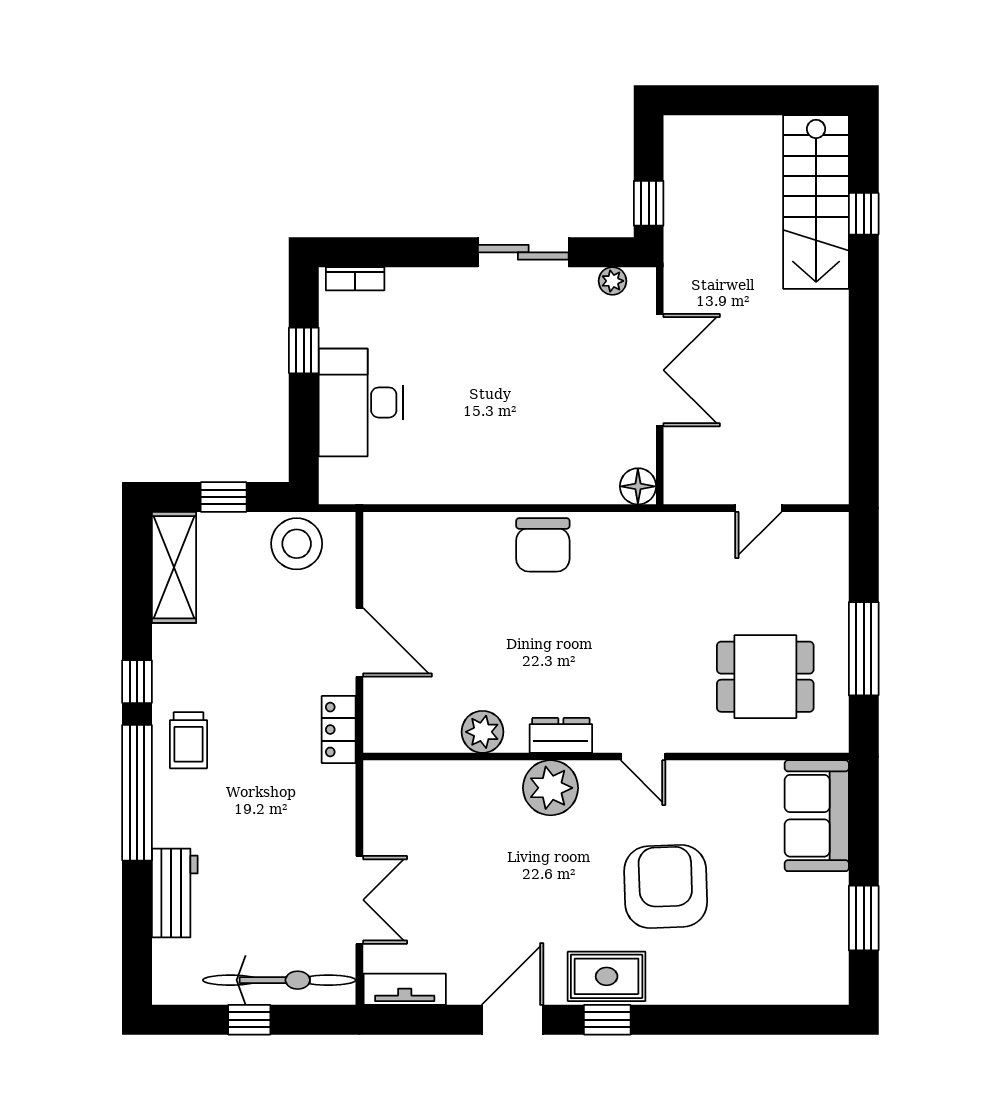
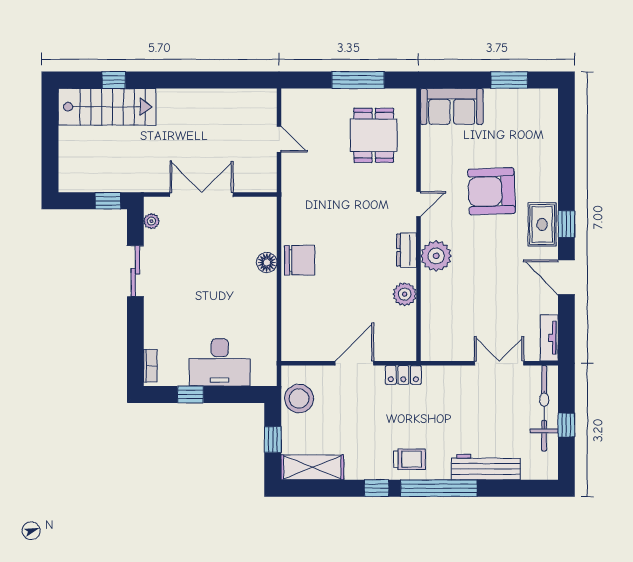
floor lamp: (638, 486) -> (267, 263), moved
workbench: (175, 893) -> (486, 467), width x1.38

